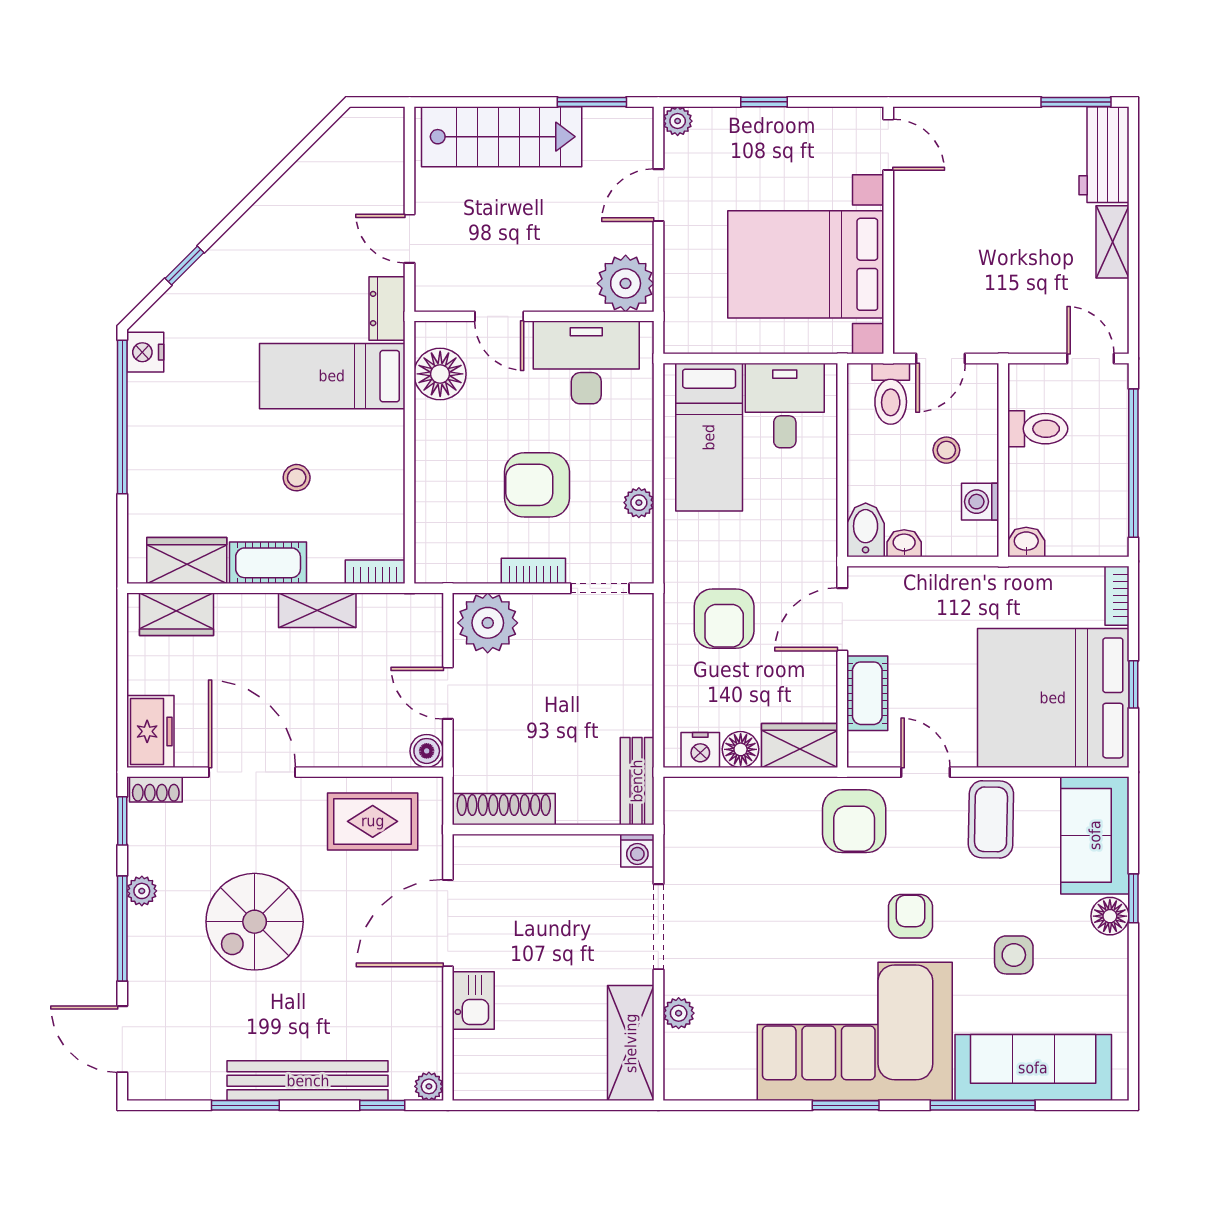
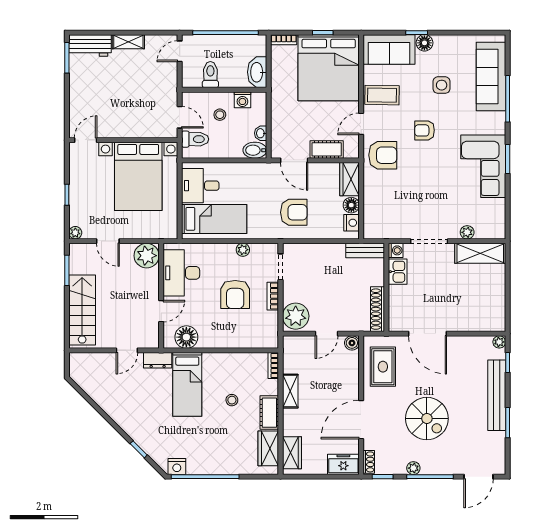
washbasin: (1026, 542) -> (257, 72), width x1.91, depth x1.45
kitchen sink: (473, 1000) -> (398, 272), moved, turned 90
corner sofa: (855, 1031) -> (483, 166), width x0.73, depth x0.74

